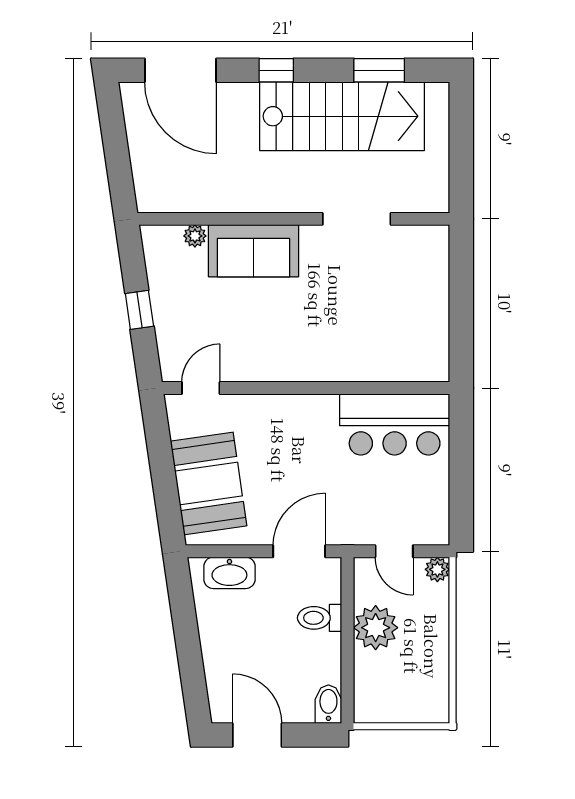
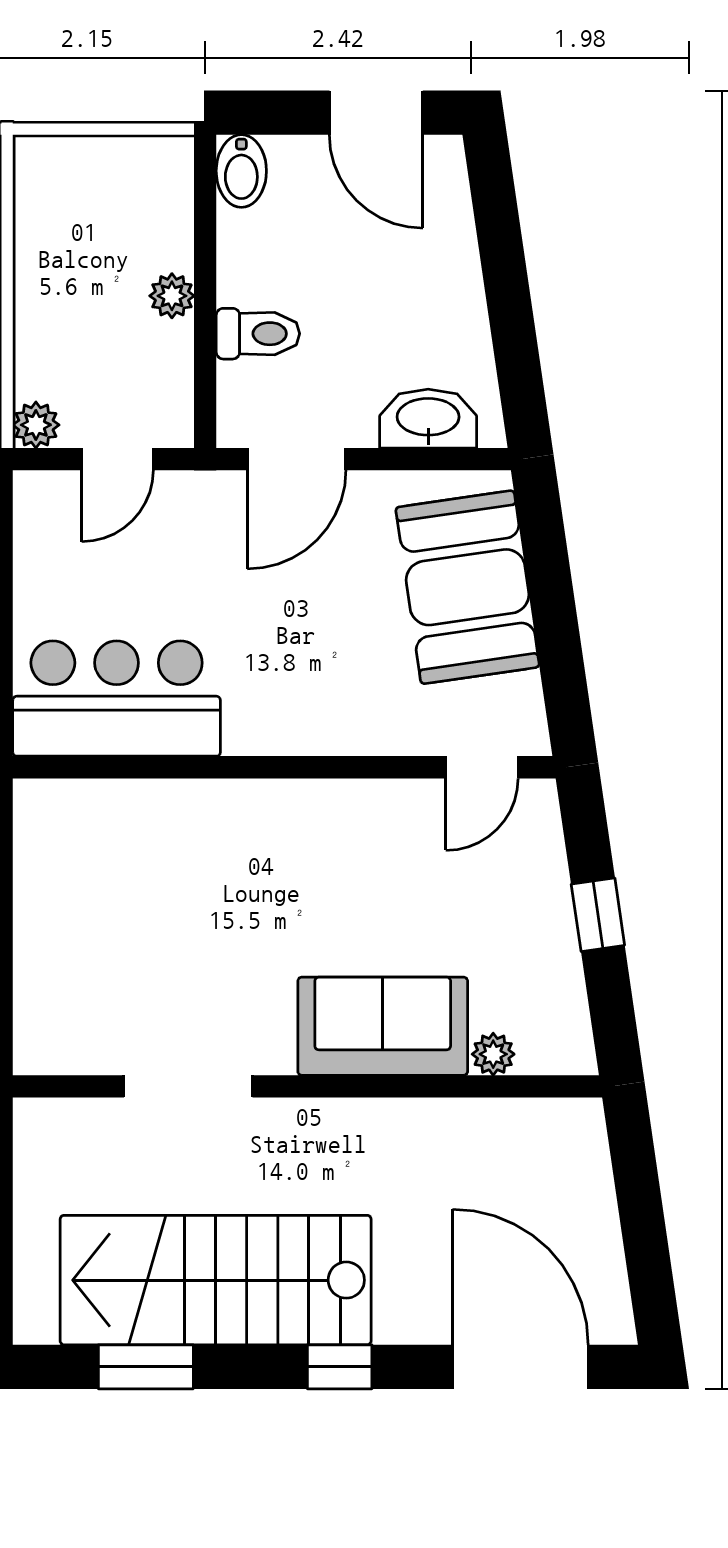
door: (394, 551) -> (118, 459), swing flipped
plant: (376, 628) -> (172, 296), width x0.53, depth x0.53

